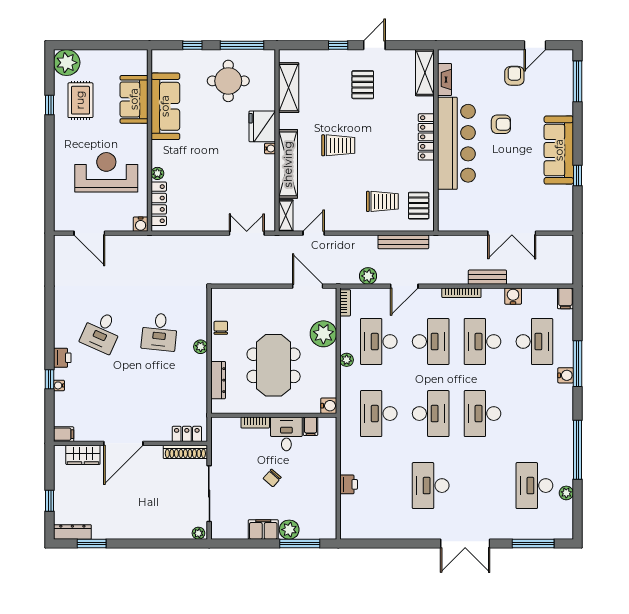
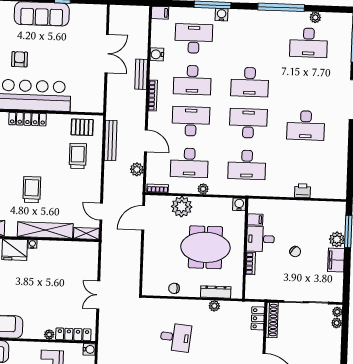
double door: (247, 233) -> (98, 295), moved
plant: (201, 347) -> (214, 306), moved
plant: (185, 533) -> (337, 323), added

